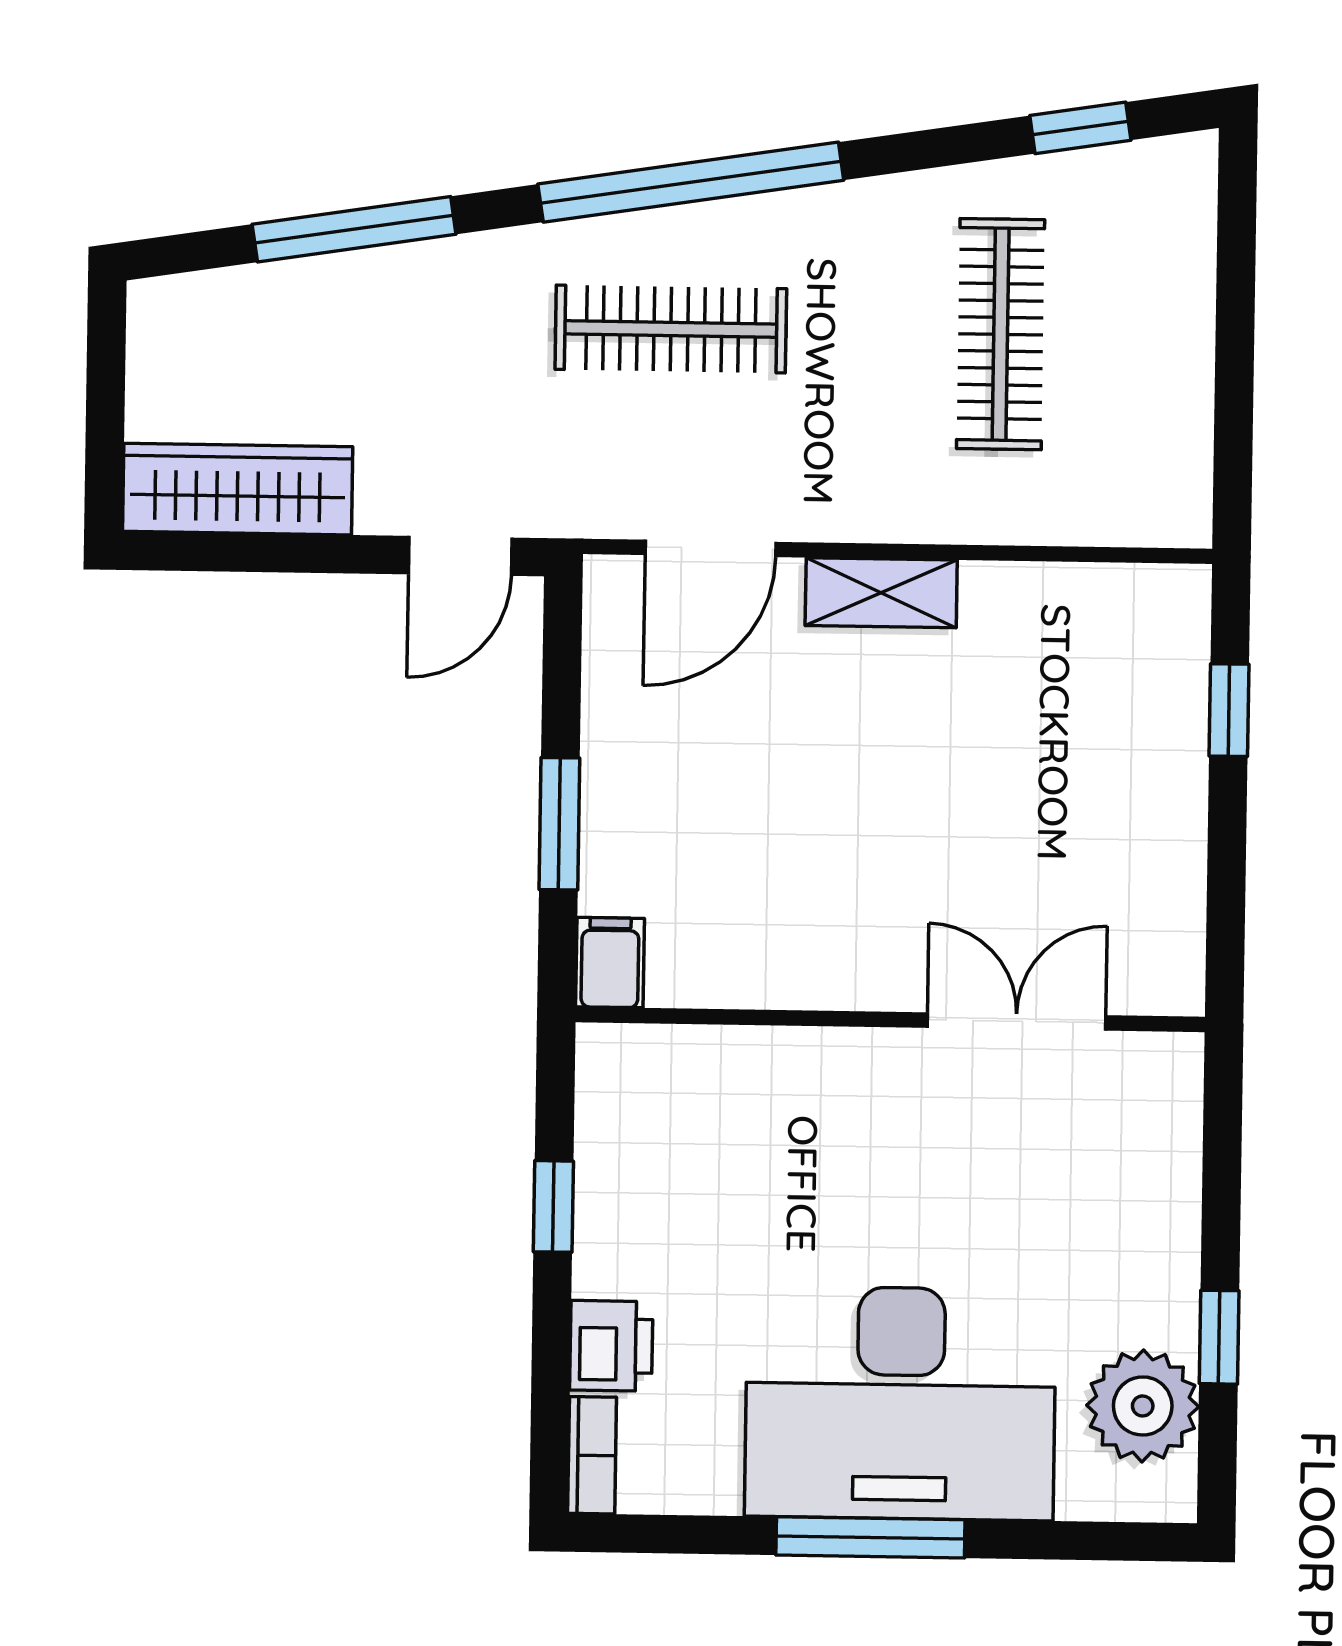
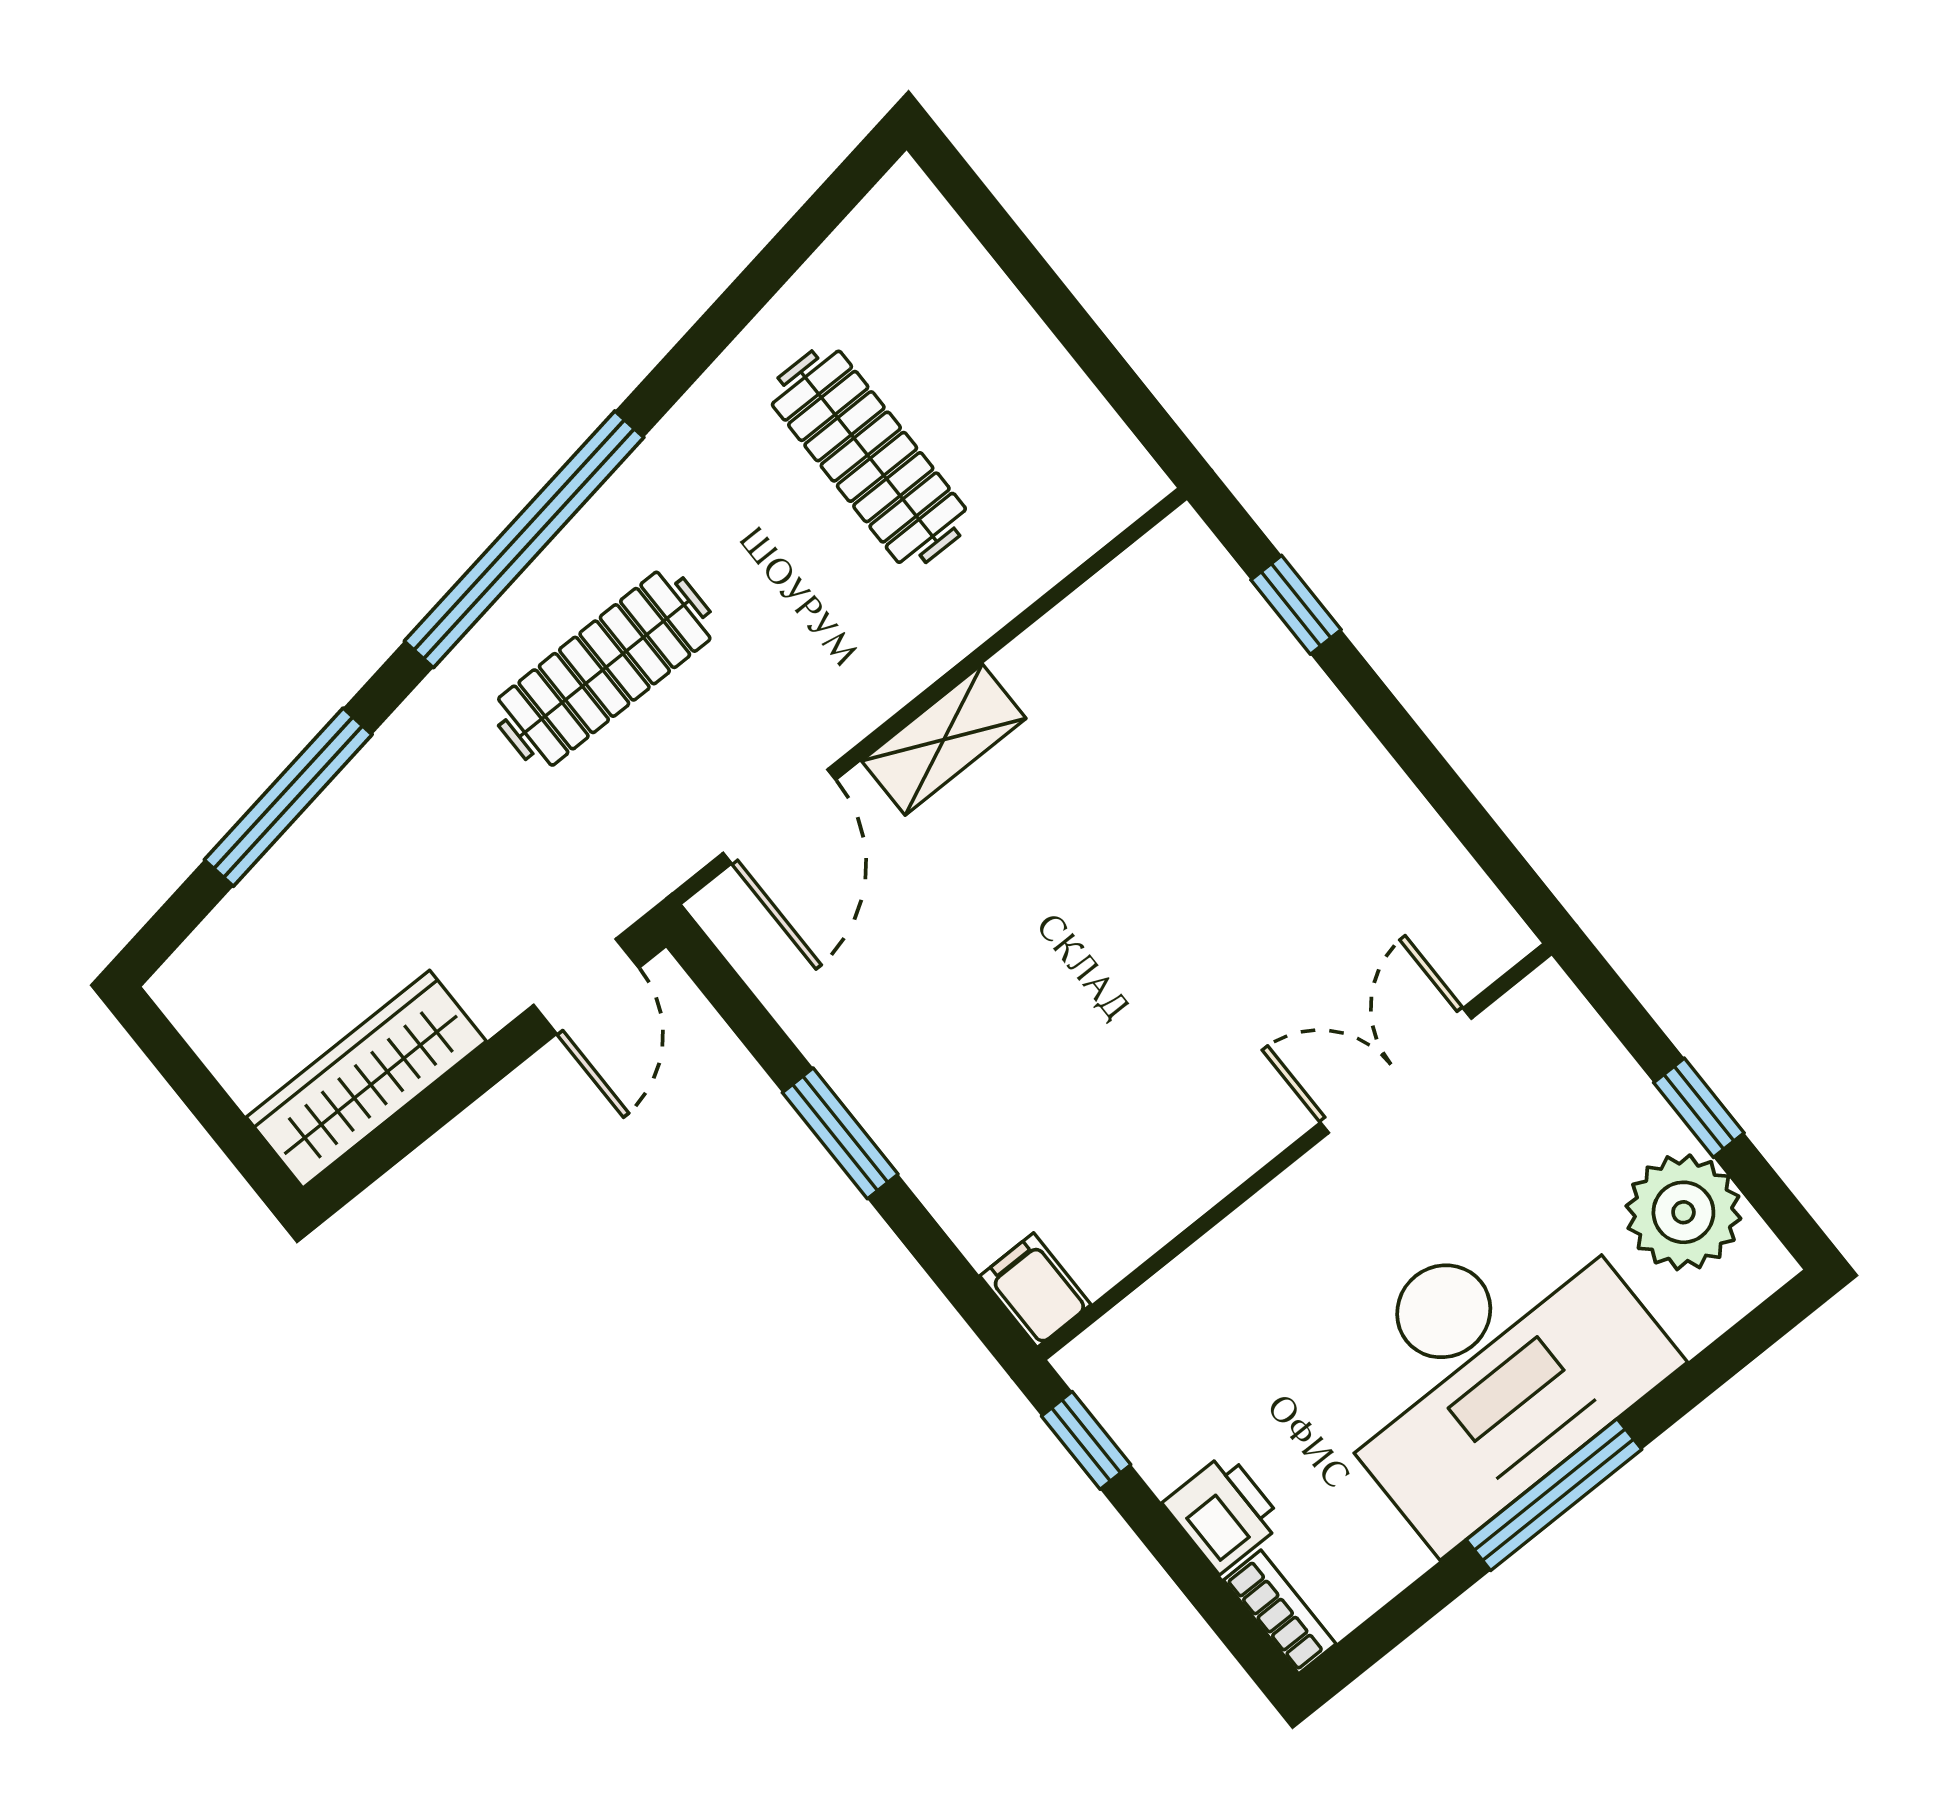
window: (1080, 128) -> (797, 241), removed
filing cabinet: (610, 963) -> (1035, 1290), moved
wall: (890, 1019) -> (1294, 1152), moved
double door: (1017, 1021) -> (1396, 1070), moved

